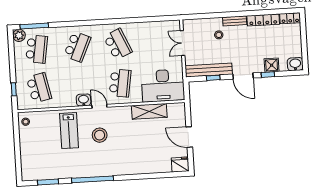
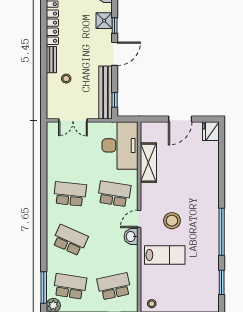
school desk: (118, 44) -> (70, 194), turned 30
window: (213, 78) -> (115, 100), moved

